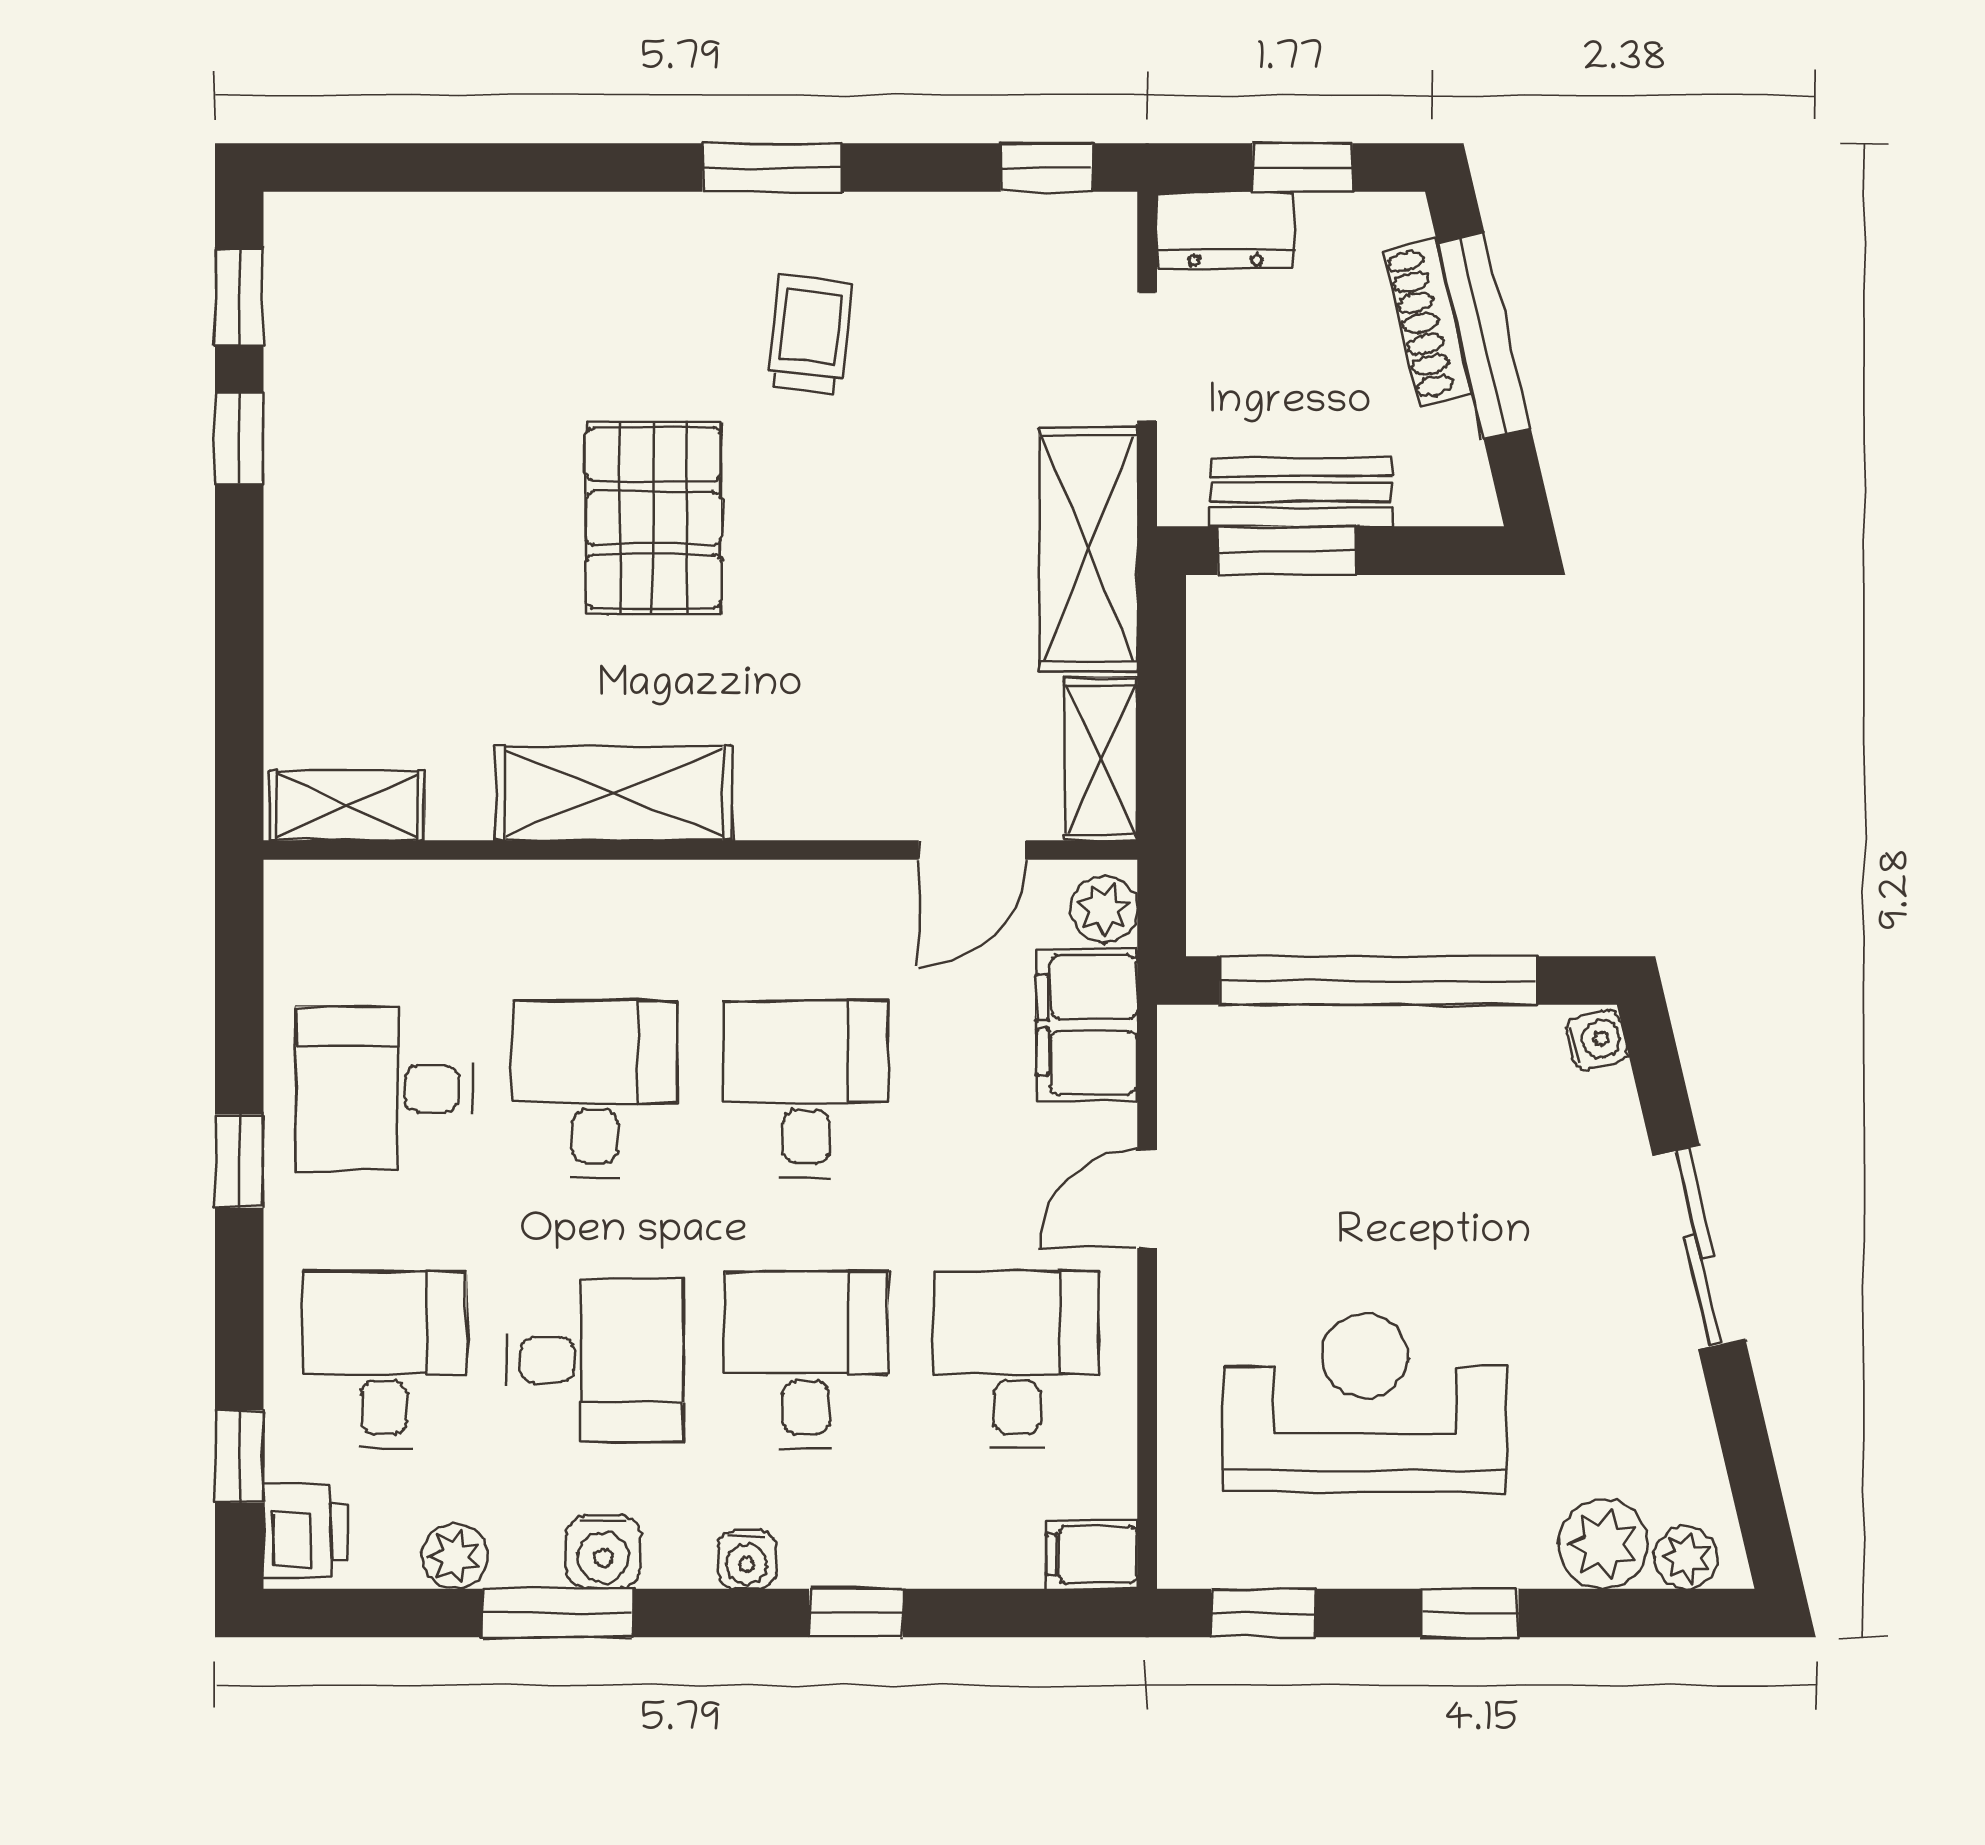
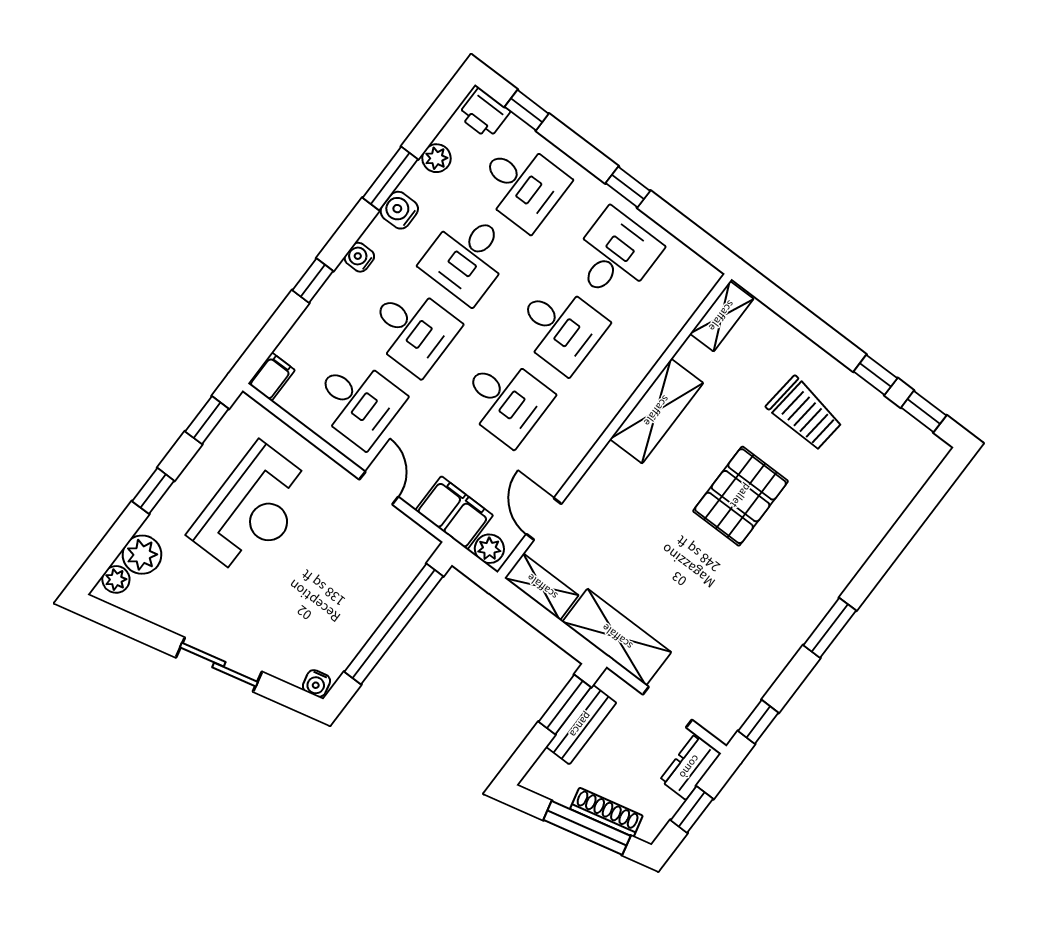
trolley: (810, 334) -> (805, 414), moved, width x1.36, depth x1.39
pallet: (653, 518) -> (741, 496), turned 90

